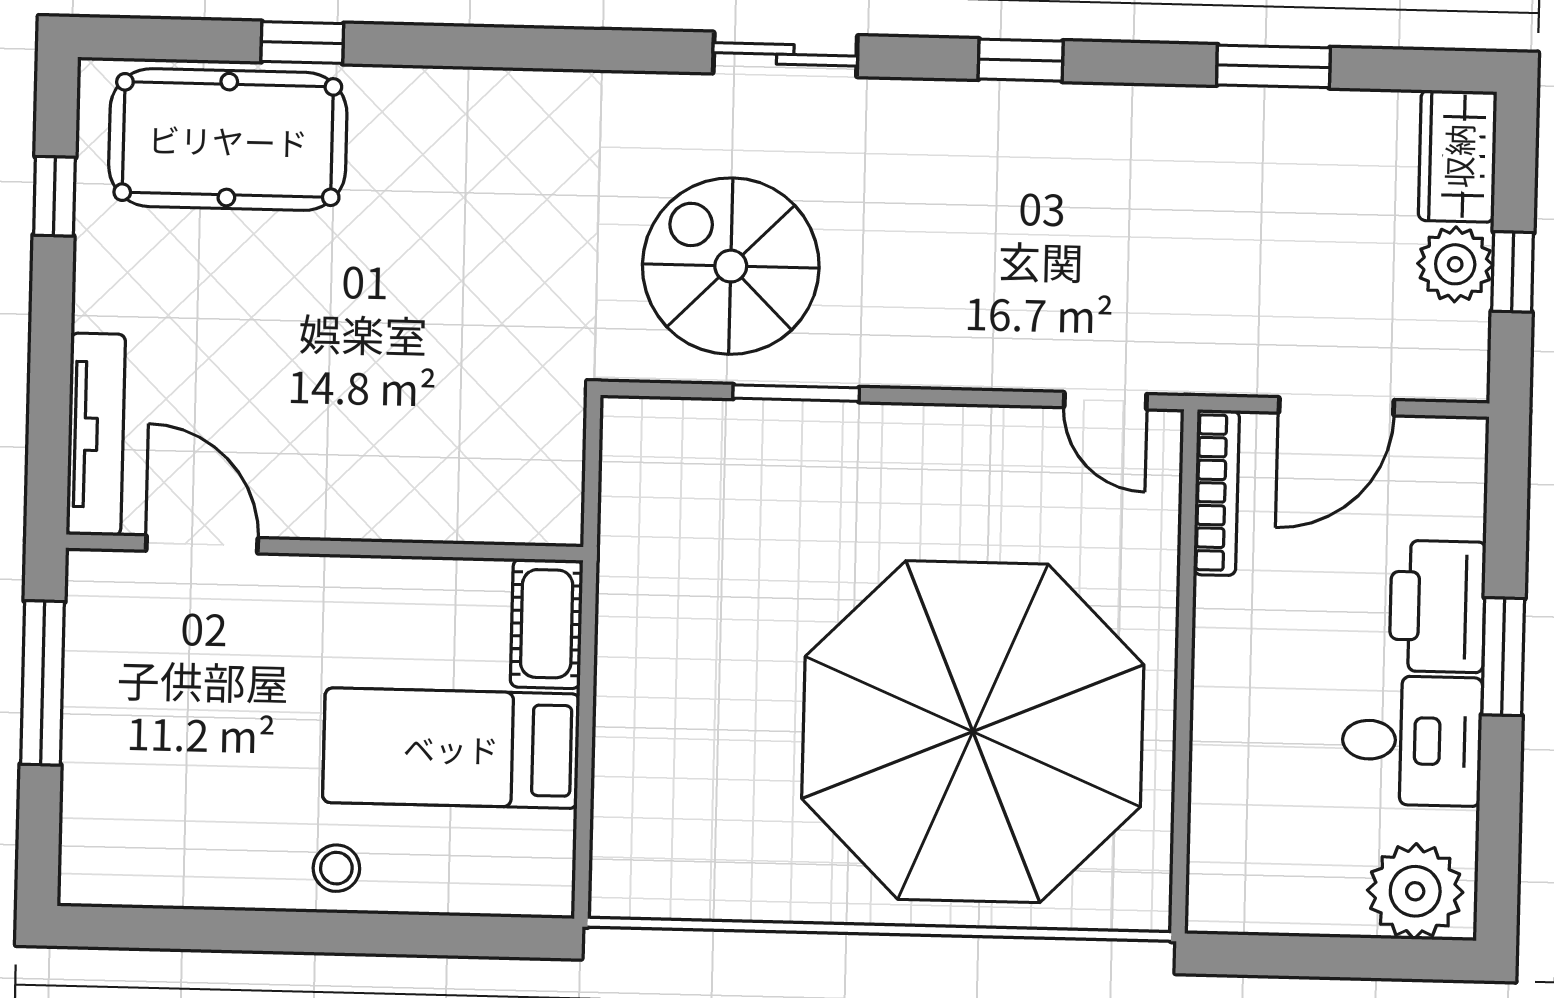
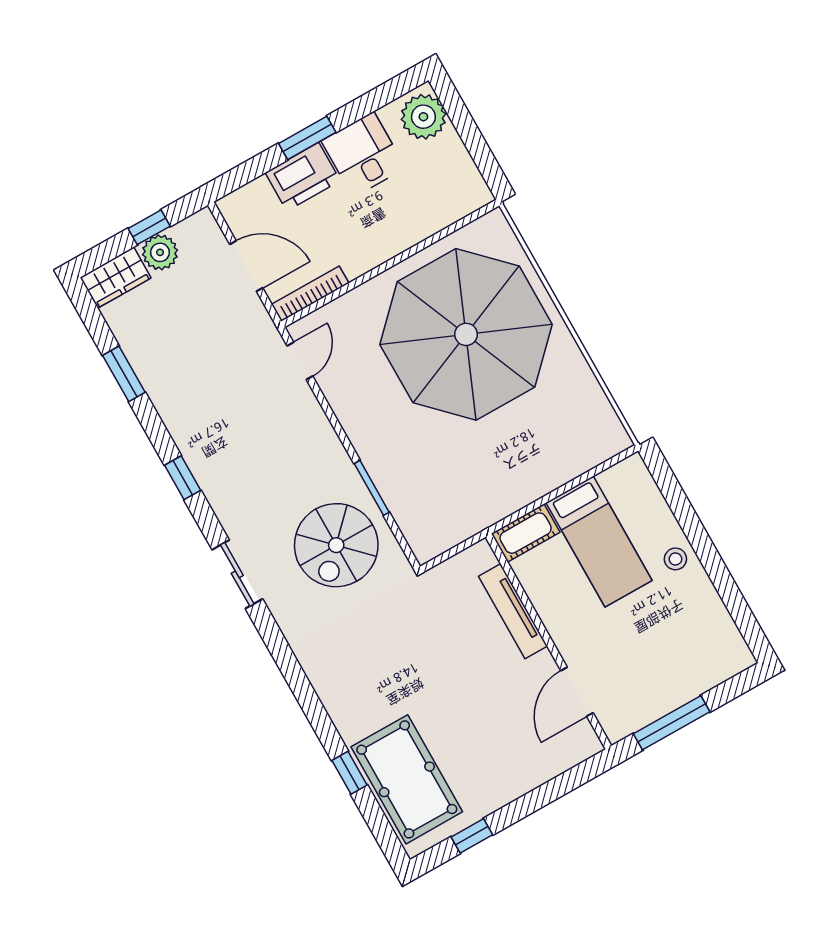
tv unit: (96, 434) -> (513, 611), moved, turned -90

